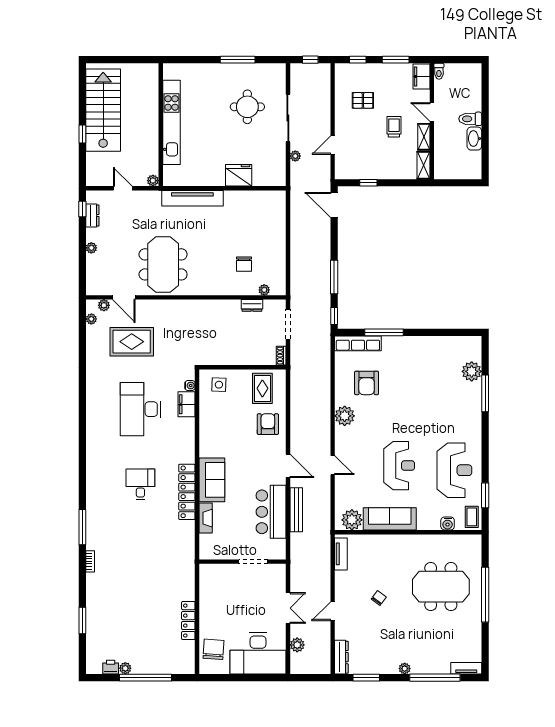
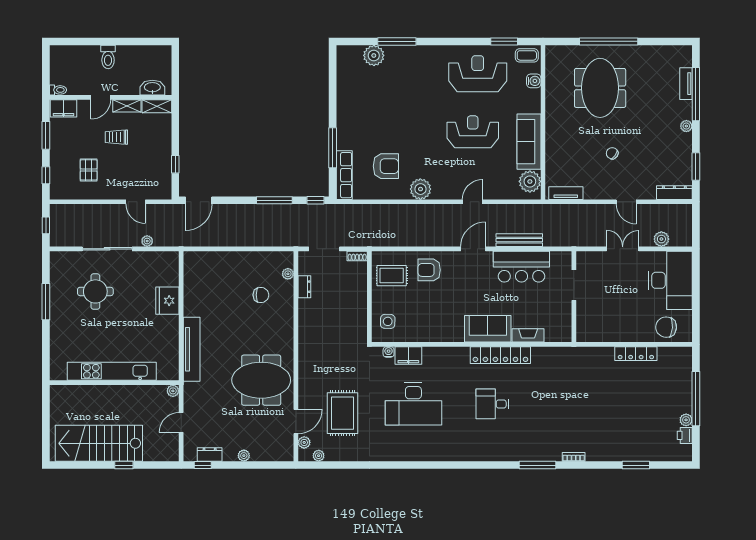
washbasin: (474, 139) -> (152, 88), moved, turned 180
tv unit: (466, 668) -> (686, 84), moved

